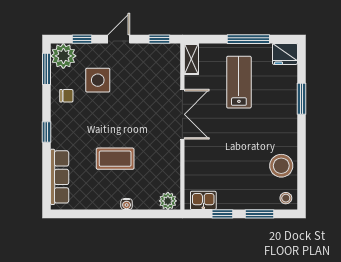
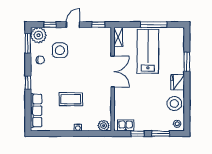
fridge: (285, 54) -> (178, 82), moved, turned 90
lab bench: (239, 82) -> (148, 51), width x1.36, depth x1.39

